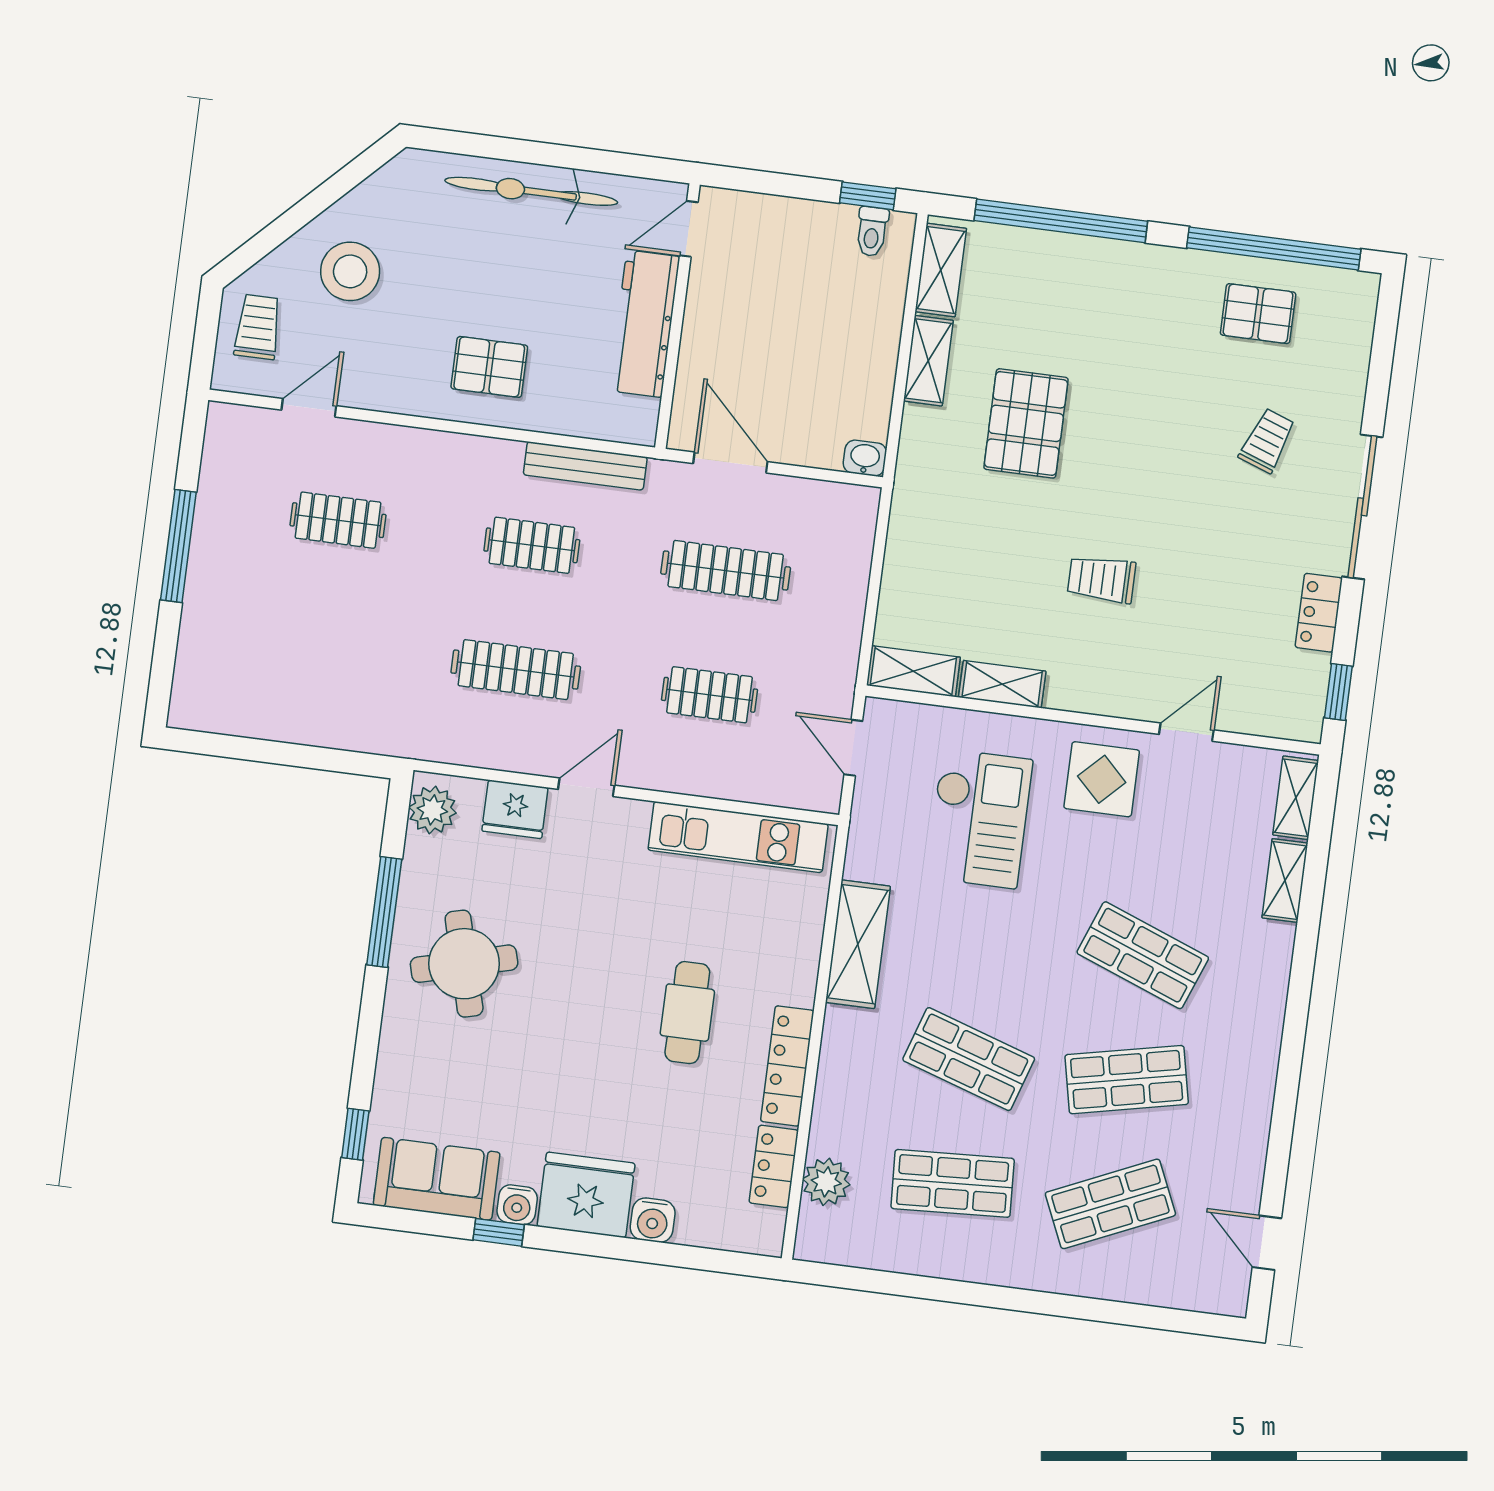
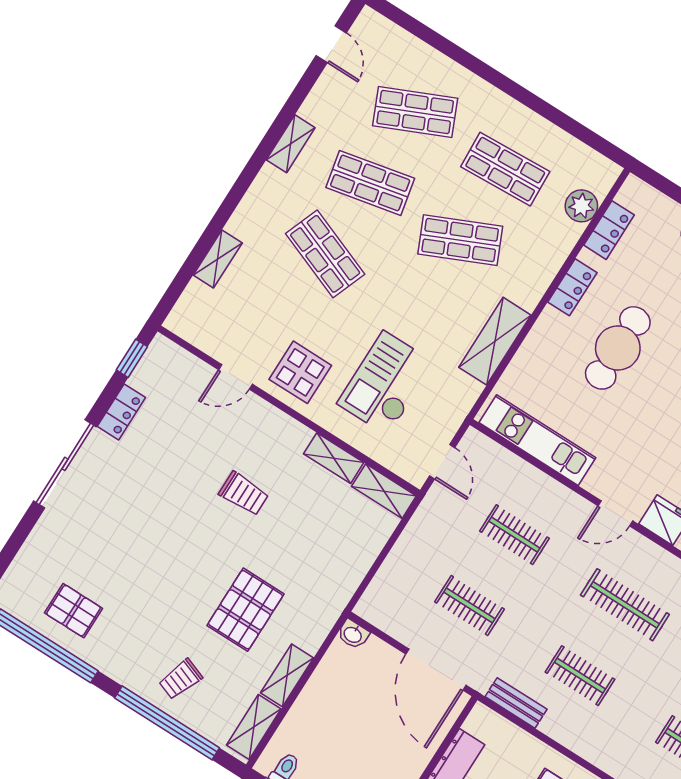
trolley: (1267, 441) -> (180, 679), moved
door: (730, 463) -> (436, 670), width x1.36
bench: (585, 466) -> (516, 703), width x0.73
clothes rail: (726, 570) -> (469, 605), width x0.73
shelving: (1296, 798) -> (291, 144), moved
cafe table: (687, 1013) -> (618, 348), width x1.37, depth x1.35
shop shelf: (969, 1059) -> (460, 240), turned -42
locker: (787, 1066) -> (572, 287), width x0.66

